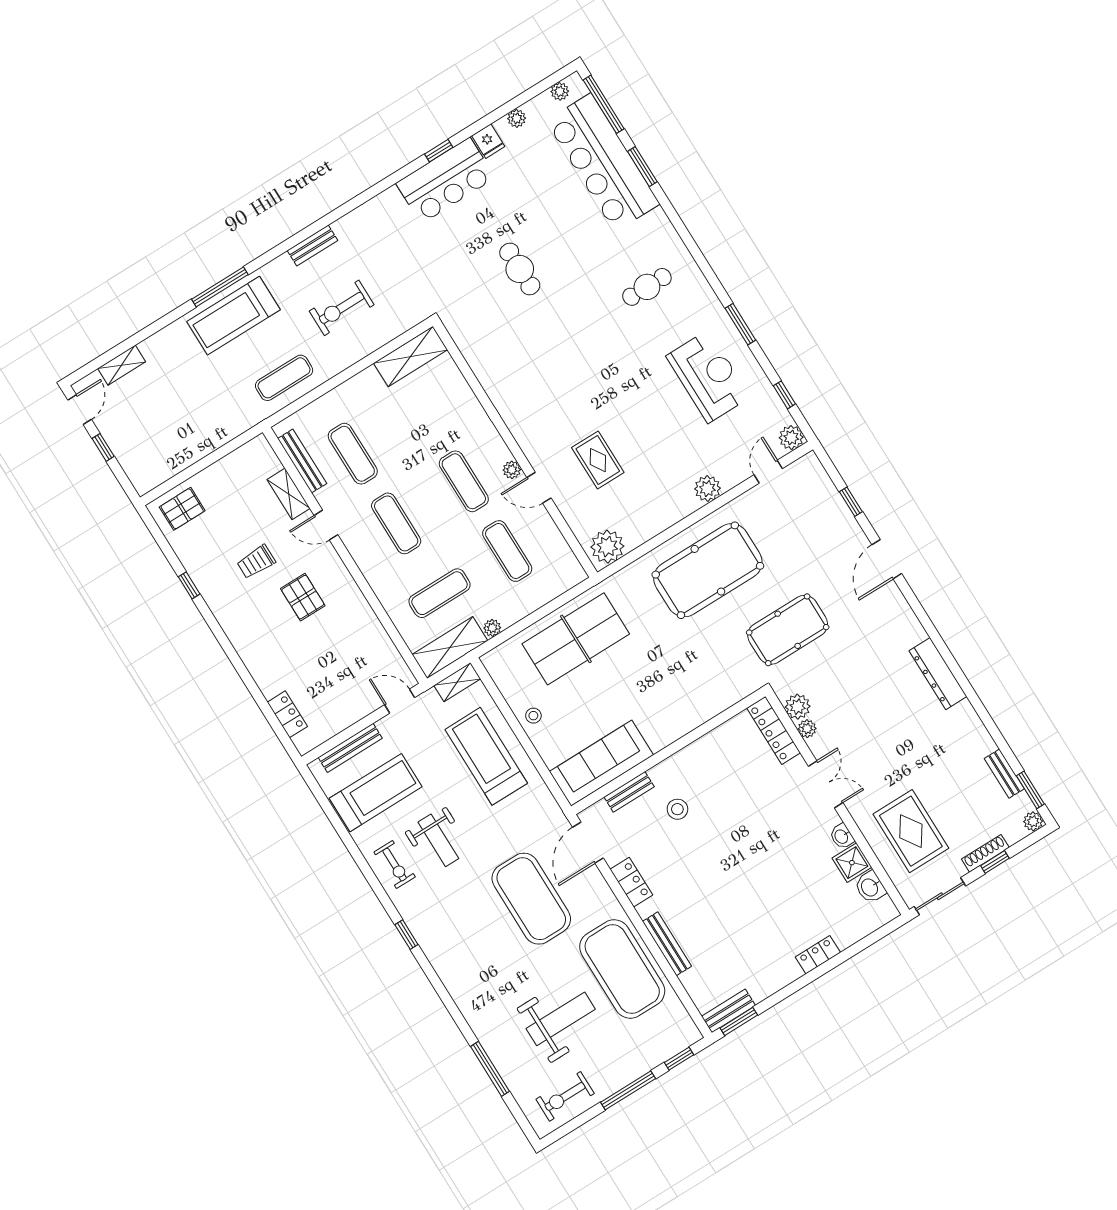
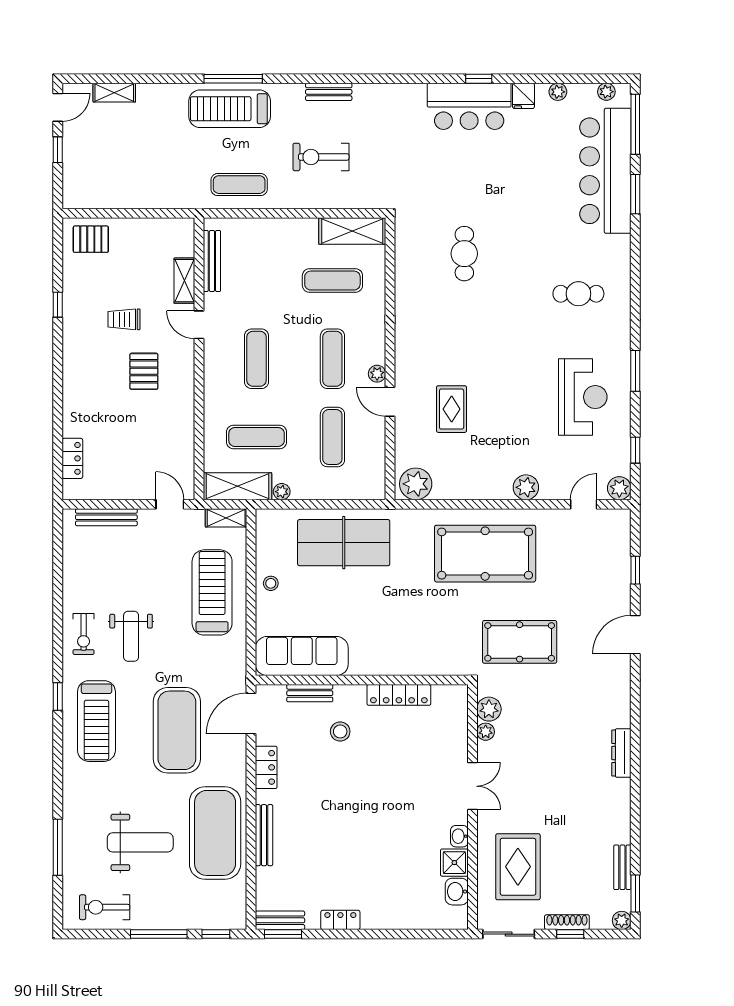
cafe table: (520, 269) -> (464, 254), moved
exercise mat: (353, 454) -> (332, 281), moved, turned 90
dresser: (938, 674) -> (621, 753), width x0.73, depth x0.80
locker: (774, 730) -> (399, 695), moved, turned -90
treadmill: (376, 793) -> (96, 721), moved, turned 90
locker: (818, 955) -> (340, 920), moved

